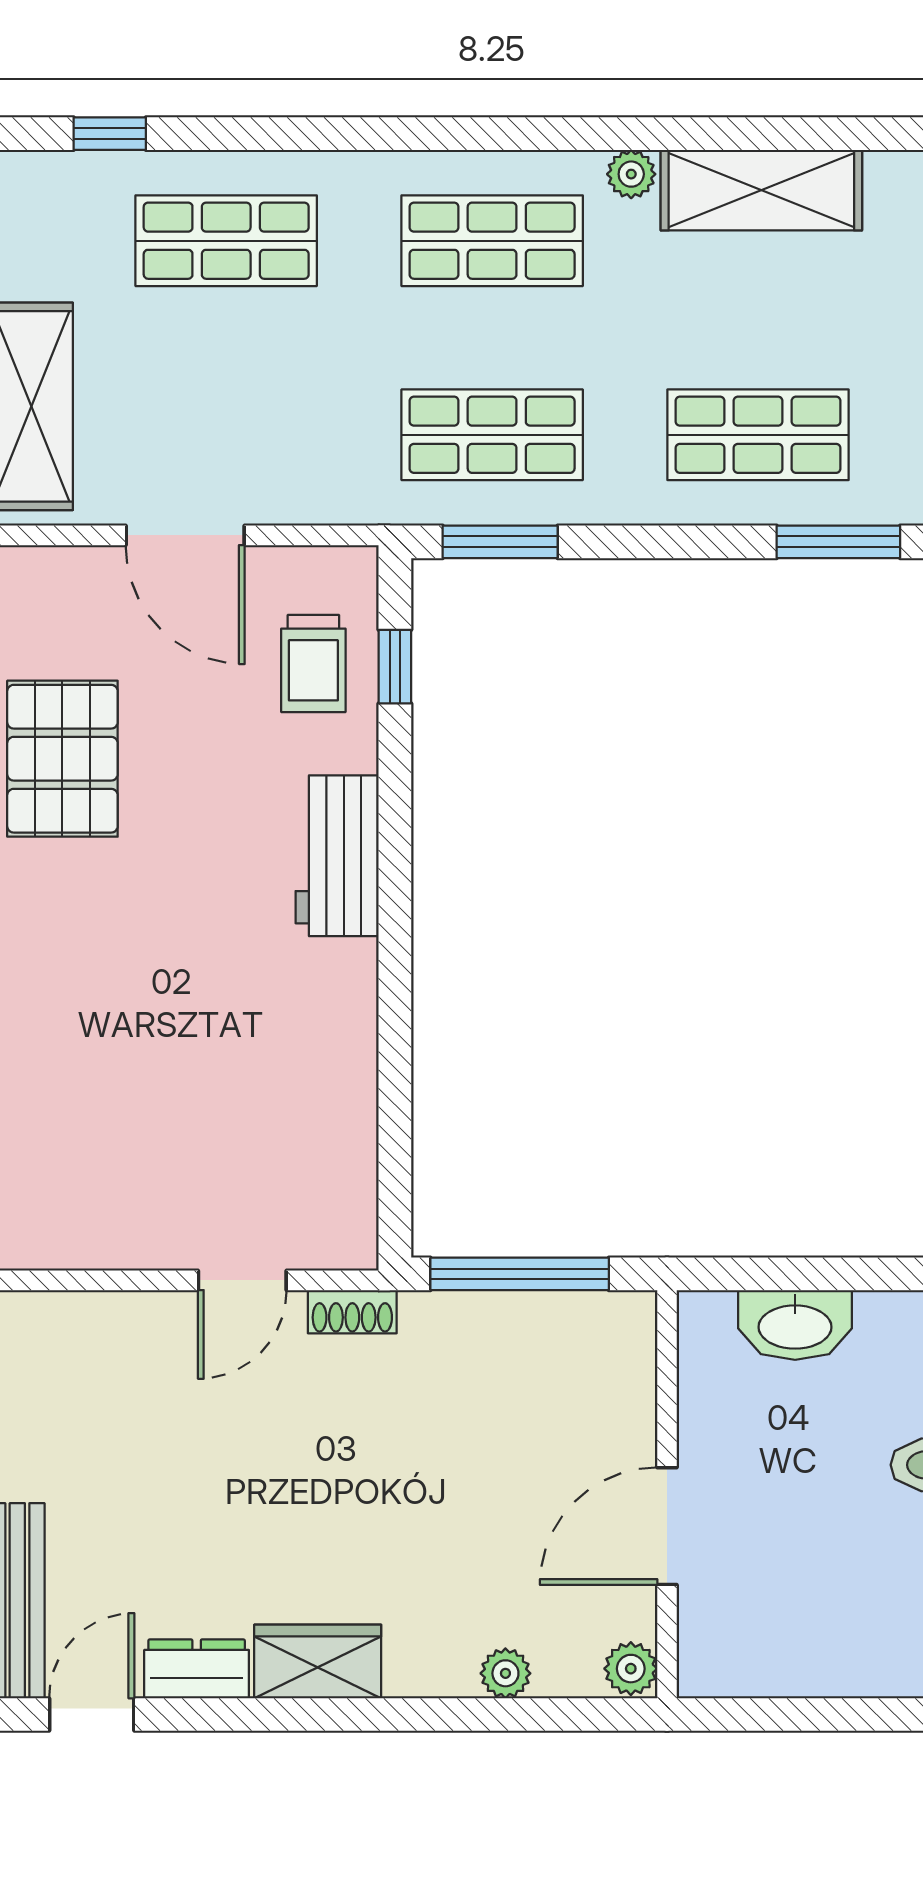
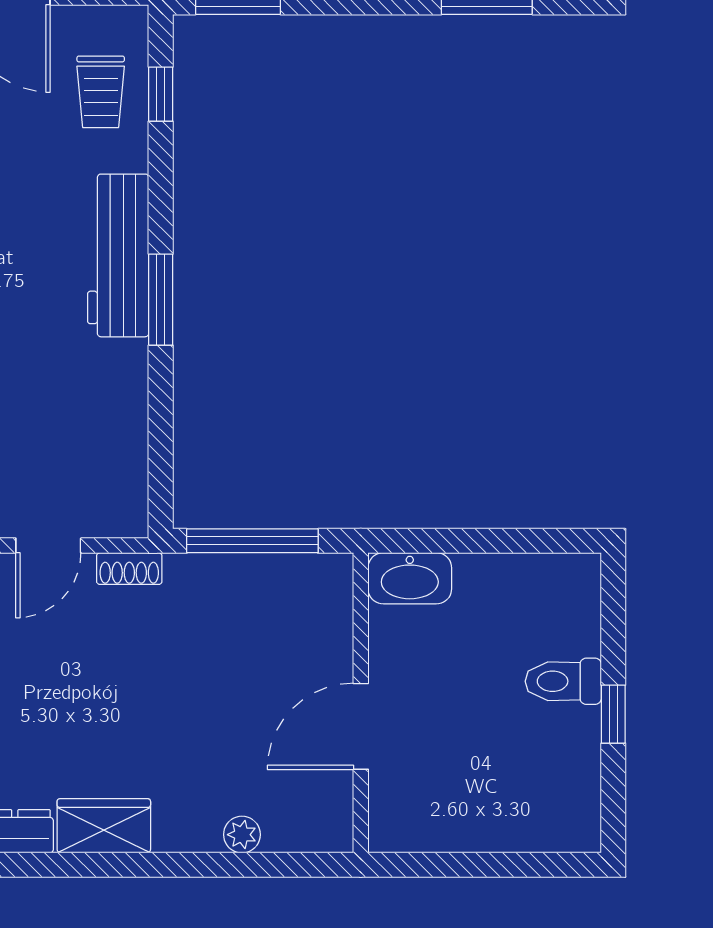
workbench: (337, 856) -> (118, 255), width x1.37
window: (395, 946) -> (161, 300), added
washbasin: (795, 1325) -> (410, 578), moved
plant: (631, 1669) -> (334, 831), removed

